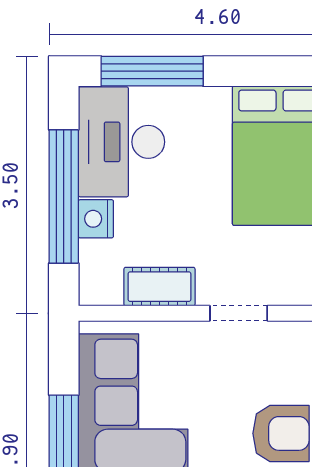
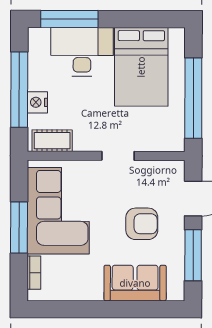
desk: (122, 142) -> (82, 52), moved, turned 90
cot: (159, 287) -> (52, 141), moved

